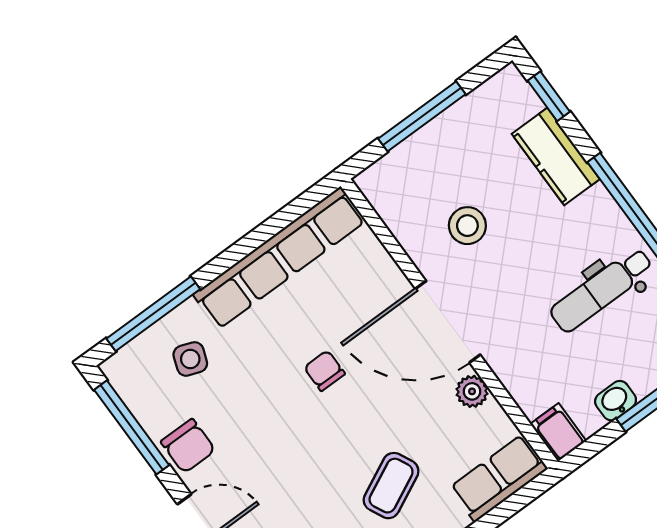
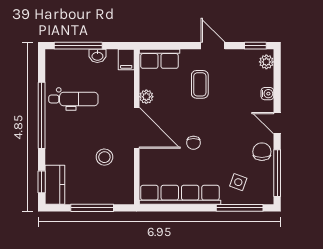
kitchen counter: (556, 157) -> (55, 185), moved
coffee table: (391, 486) -> (200, 84), turned -64

